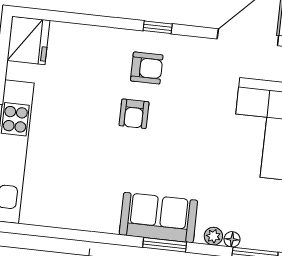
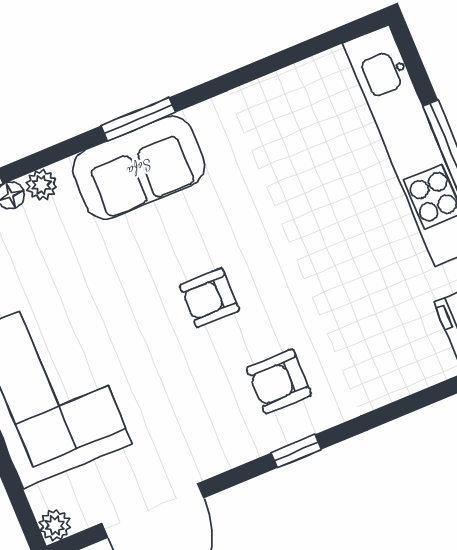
armchair: (134, 114) -> (209, 298), moved, turned -90
window: (165, 245) -> (138, 119), moved

